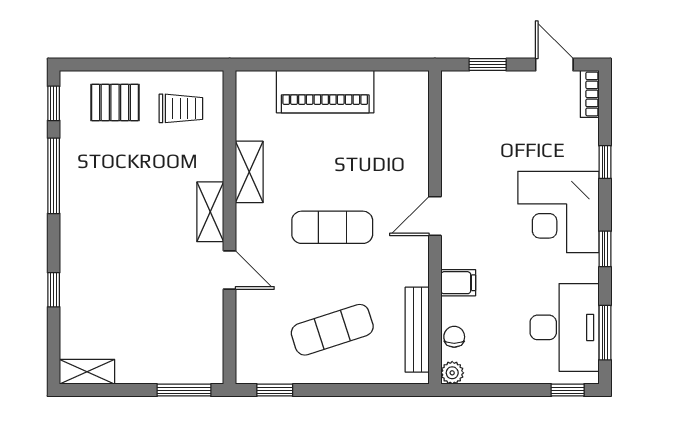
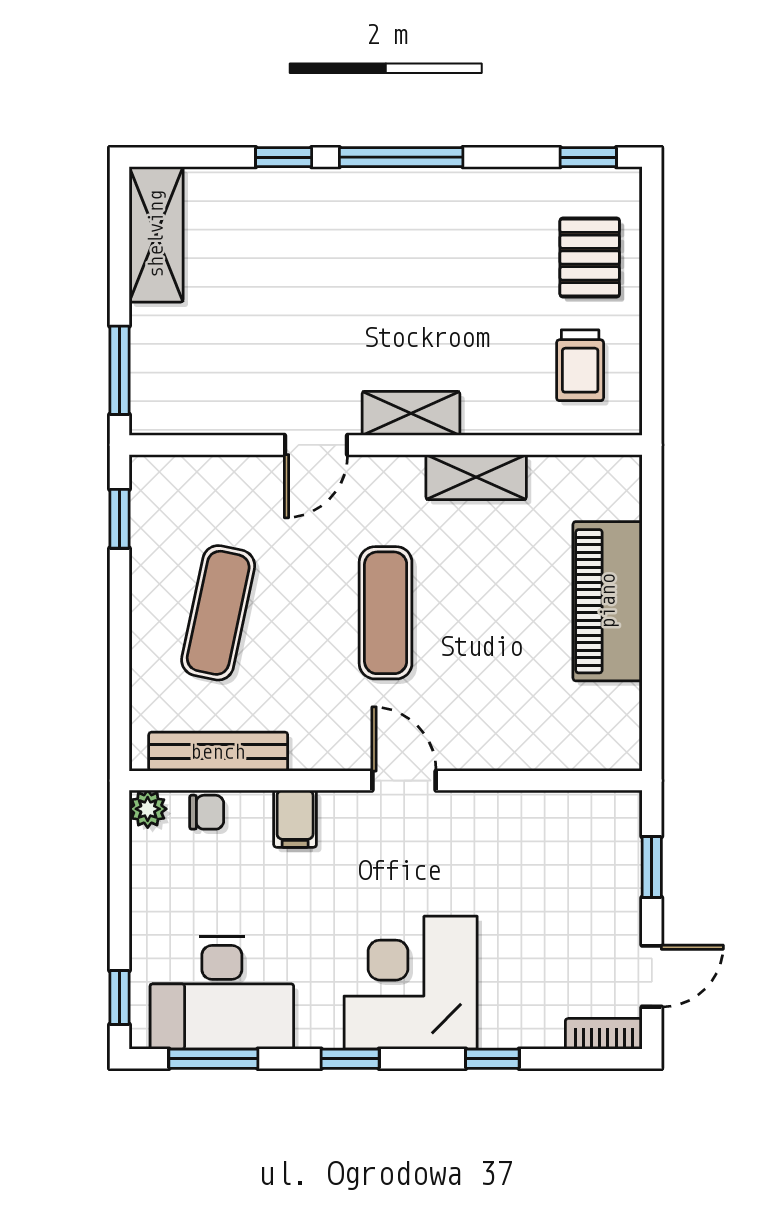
window: (54, 176) -> (401, 157), moved
exercise mat: (332, 330) -> (218, 613), turned 30
shelving: (87, 372) -> (156, 234), width x1.50, depth x1.33

